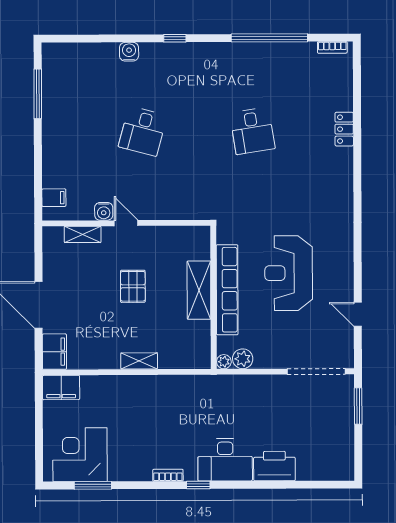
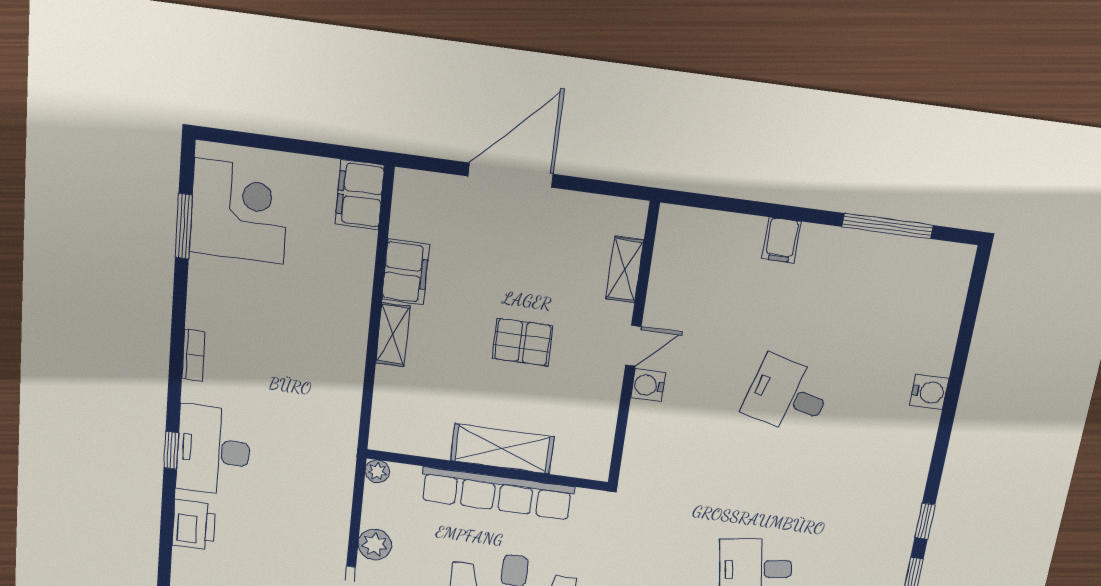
window: (175, 38) -> (925, 521), moved
filing cabinet: (54, 198) -> (782, 240), moved
water cooler: (104, 211) -> (648, 385), moved
filing cabinet: (54, 352) -> (406, 272), moved, turned -90
plant: (243, 359) -> (375, 545), moved
printer: (274, 466) -> (194, 525), width x0.73, depth x0.84
window: (198, 485) -> (171, 450), moved

